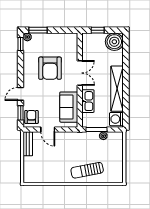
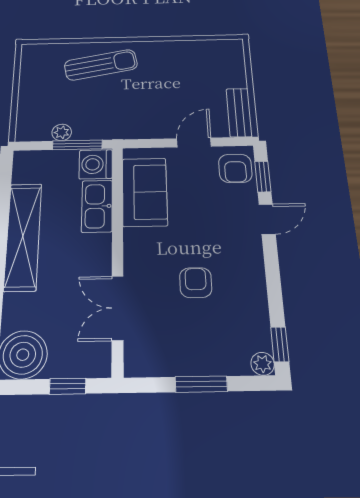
window: (38, 30) -> (201, 384), moved
armchair: (50, 68) -> (196, 283), width x0.53, depth x0.53
double door: (80, 73) -> (117, 308), moved
washing machine: (116, 119) -> (96, 164), moved, turned 180
door: (48, 130) -> (194, 142), hinge flipped

